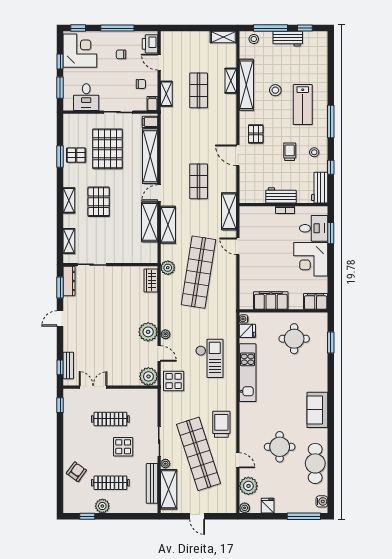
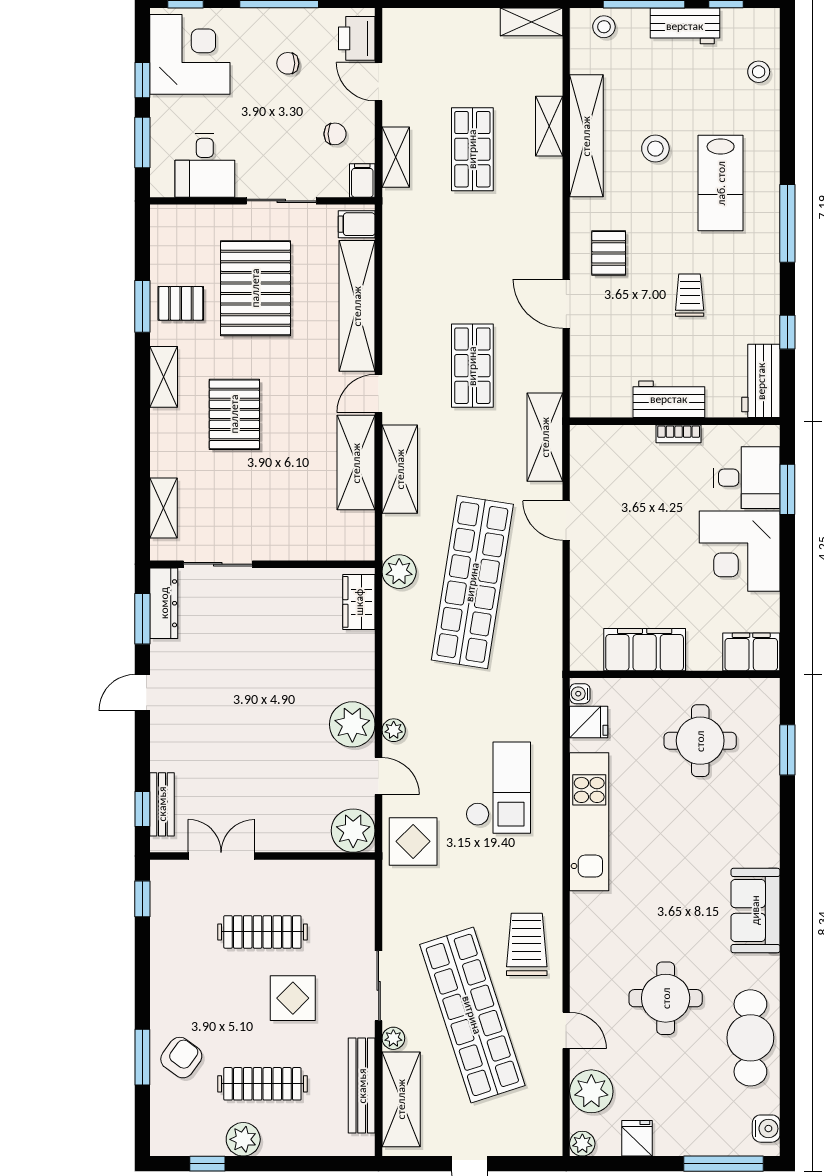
stool: (314, 152) -> (759, 72), moved
shelving: (69, 200) -> (164, 377), moved
window: (60, 471) -> (142, 1057), added

